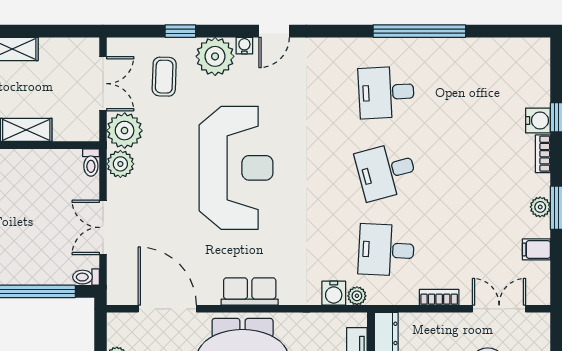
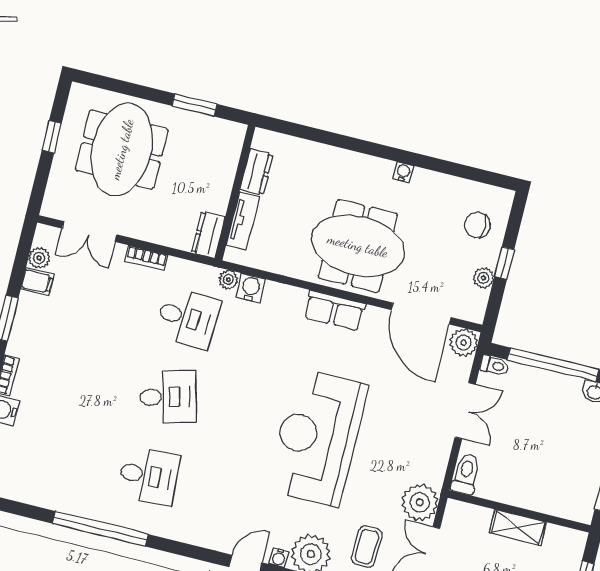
toilet: (91, 163) -> (466, 474), width x1.37, depth x1.39
plant: (120, 164) -> (464, 343), moved
plant: (540, 207) -> (39, 258), moved

